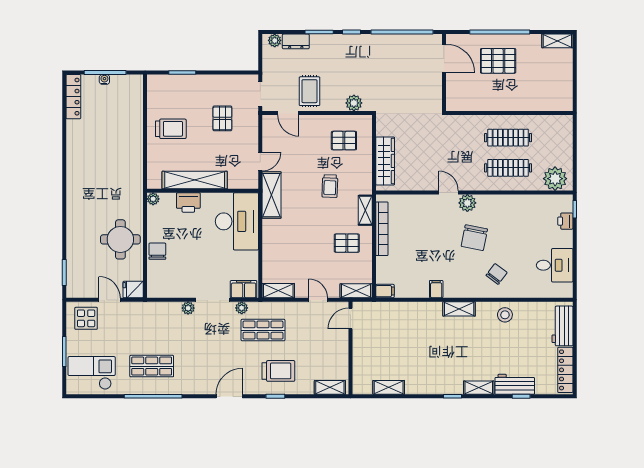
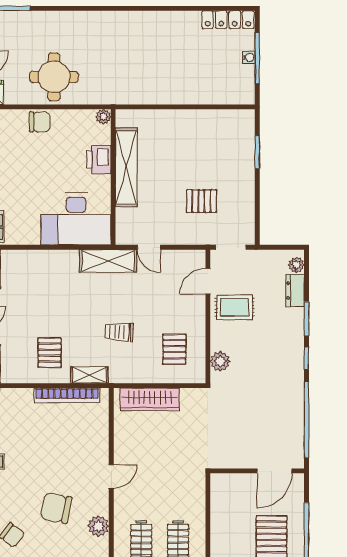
trolley: (171, 129) -> (189, 138), removed
plant: (467, 203) -> (98, 526), moved

